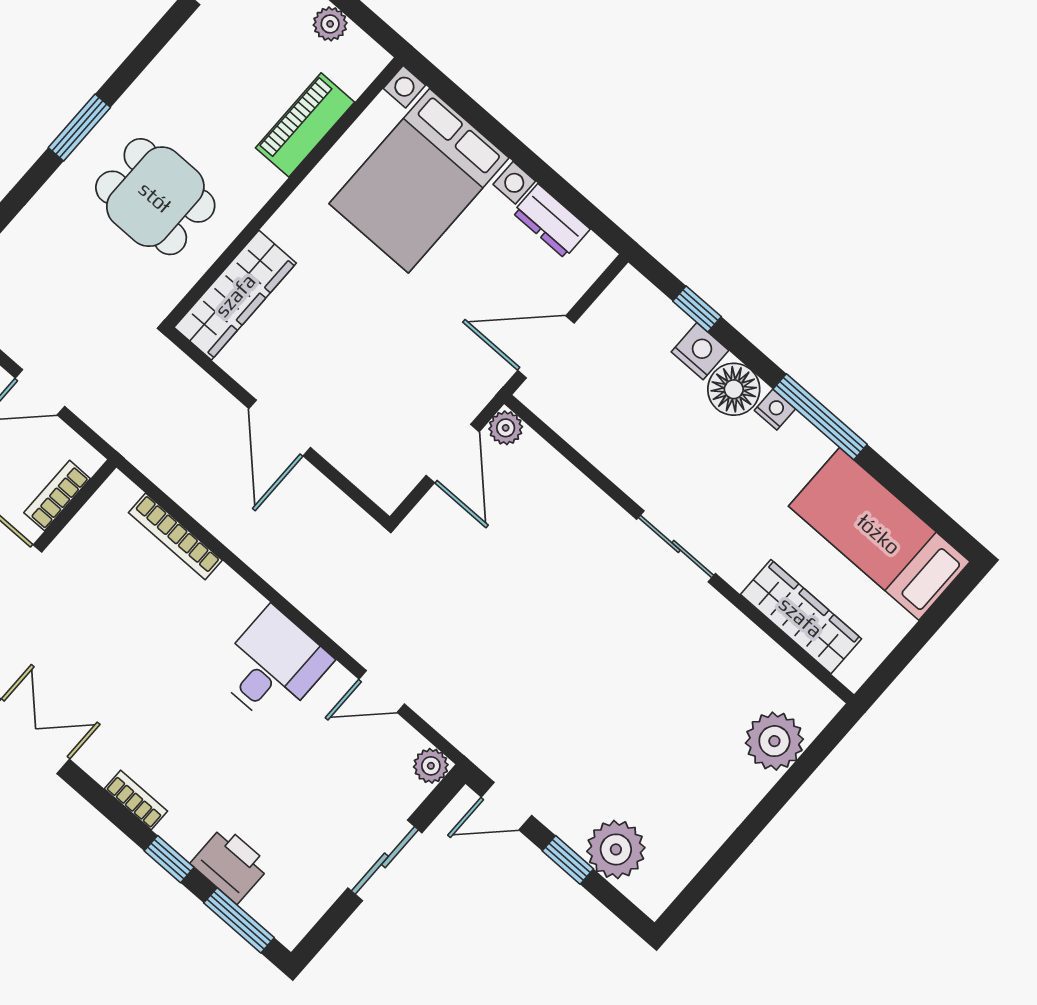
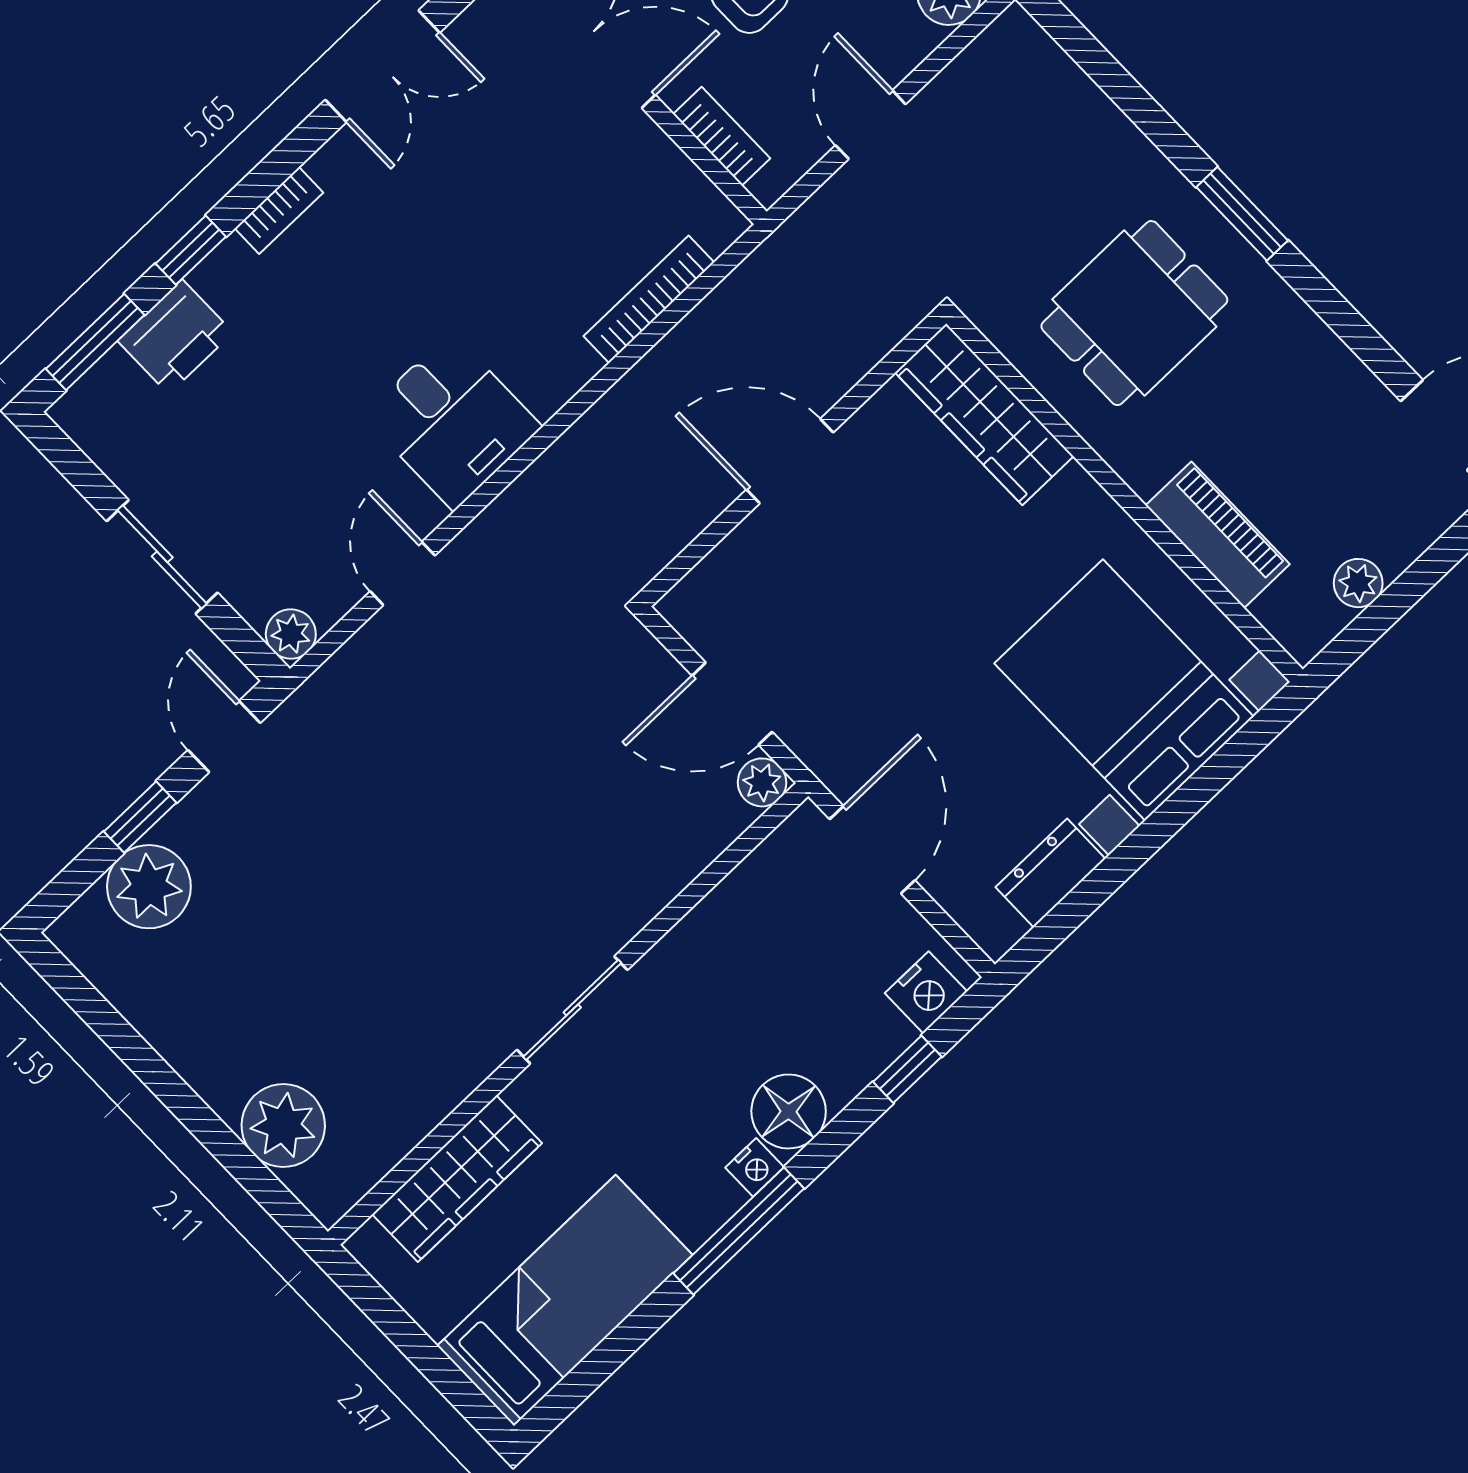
nightstand: (700, 351) -> (926, 992), moved

